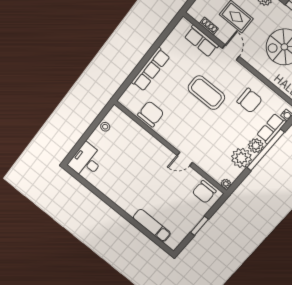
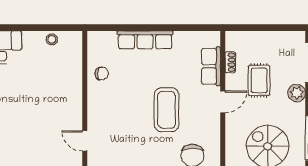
chair: (151, 114) -> (102, 74), width x0.54, depth x0.54

